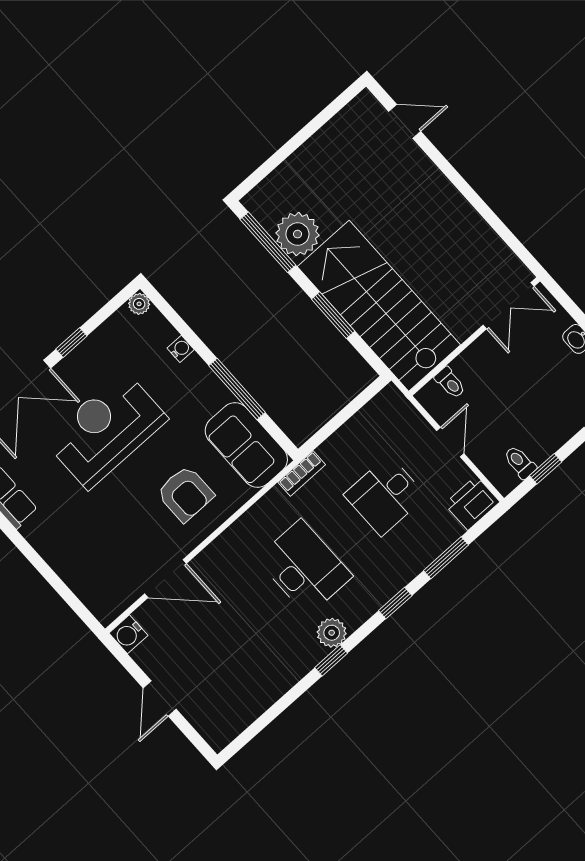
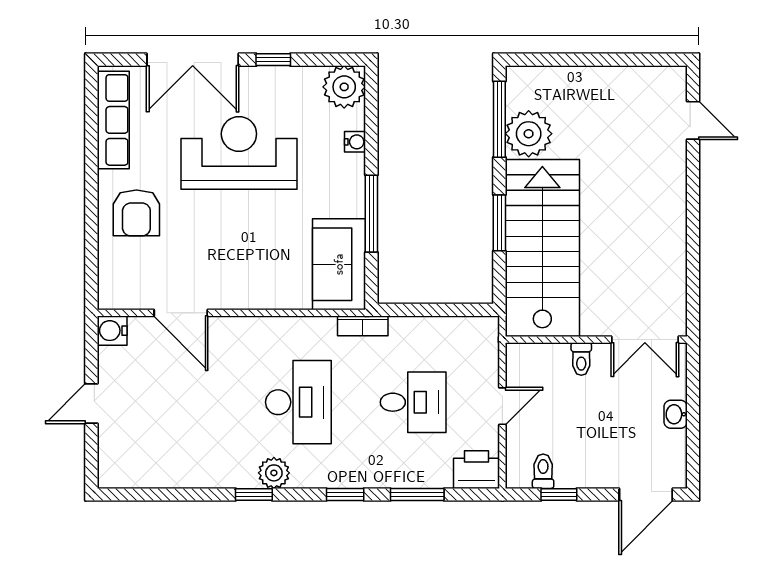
plant: (139, 304) -> (344, 87), width x1.88, depth x1.88
toilet: (450, 383) -> (581, 359), moved
armchair: (185, 494) -> (136, 213), moved
desk: (385, 495) -> (413, 402), turned 180

